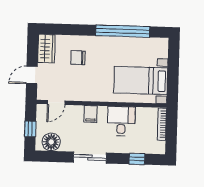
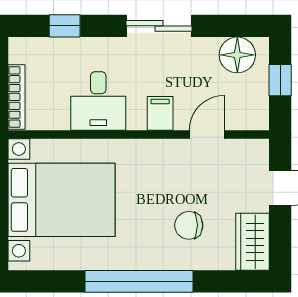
window: (123, 31) -> (139, 281), moved
chair: (78, 58) -> (189, 225), turned 180
bed with nightstands: (141, 80) -> (62, 200), width x1.36
door: (56, 102) -> (207, 134), moved

